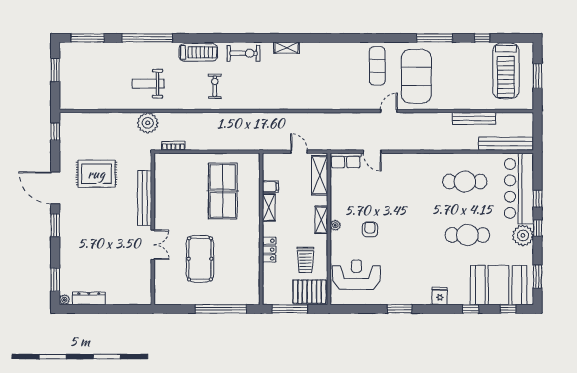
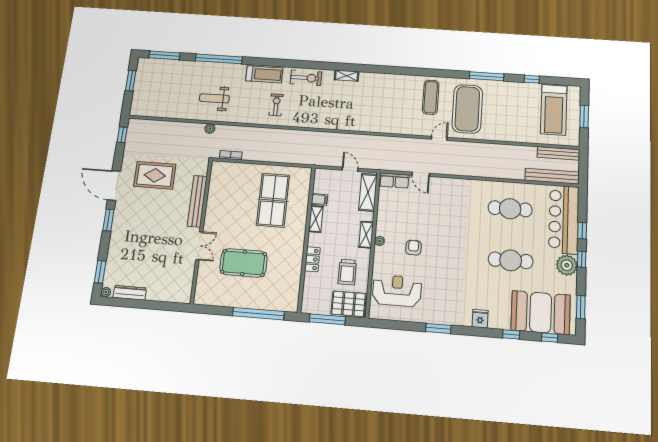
bench: (474, 118) -> (558, 153), moved
plant: (148, 123) -> (210, 129), width x0.53, depth x0.53
pool table: (200, 259) -> (243, 263), turned 90

